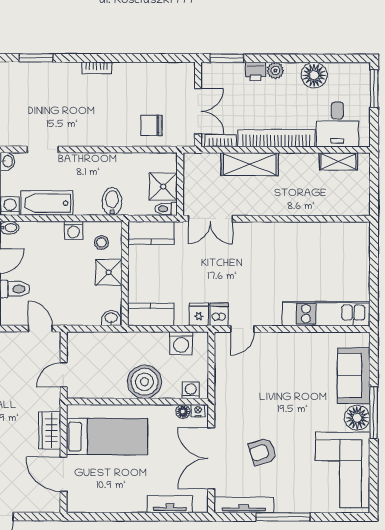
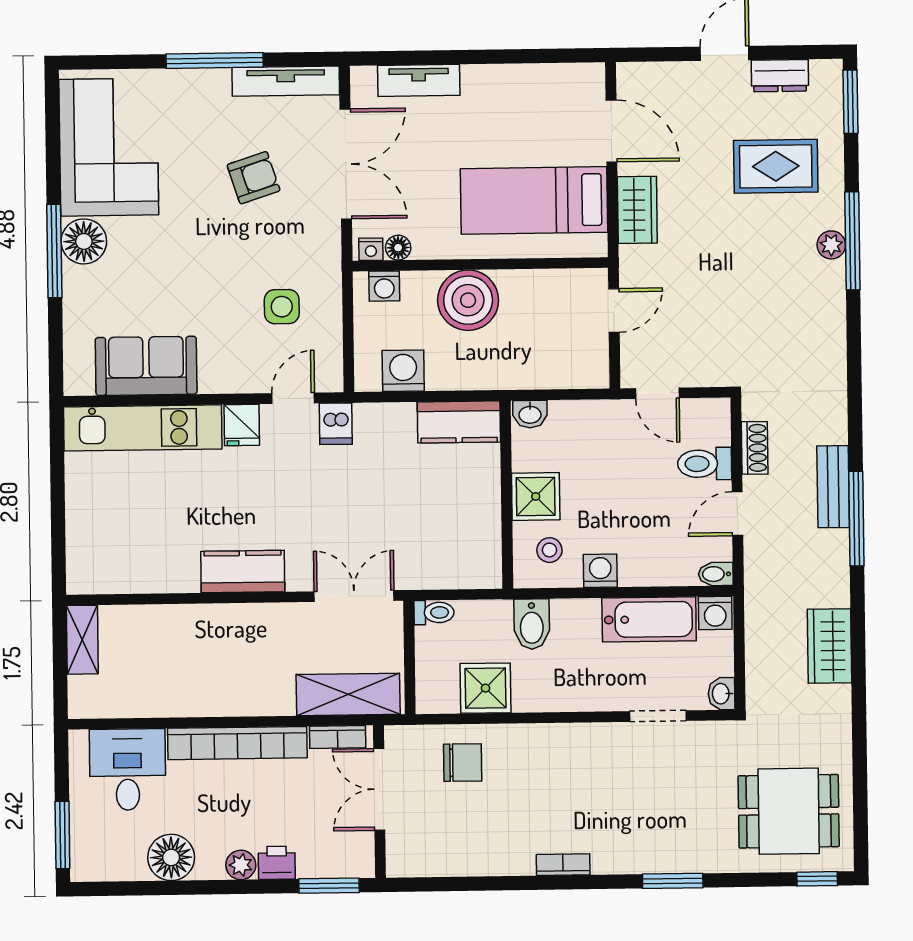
shelving: (338, 161) -> (82, 640), moved, turned 90
shelving: (250, 164) -> (348, 694), moved
shower: (163, 187) -> (486, 688), moved
kitchen counter: (151, 233) -> (243, 572), moved
fridge: (199, 314) -> (242, 425), moved
sofa: (354, 376) -> (146, 366), moved, turned -90
side table: (248, 380) -> (282, 307), added

